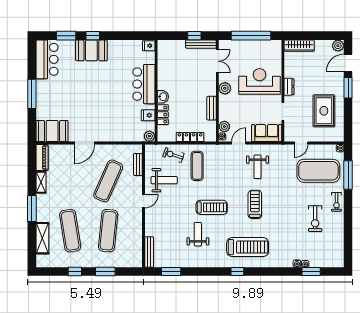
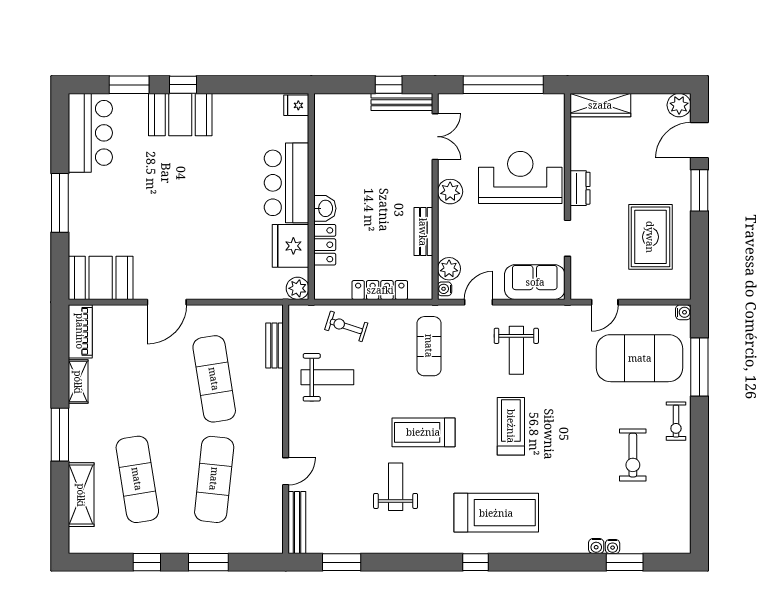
fridge: (148, 115) -> (291, 246), width x1.88, depth x1.34
exercise mat: (197, 166) -> (429, 346), moved
exercise mat: (108, 181) -> (214, 379), turned -33
door: (144, 201) -> (286, 471), moved
treadmill: (212, 207) -> (423, 432), turned 180

